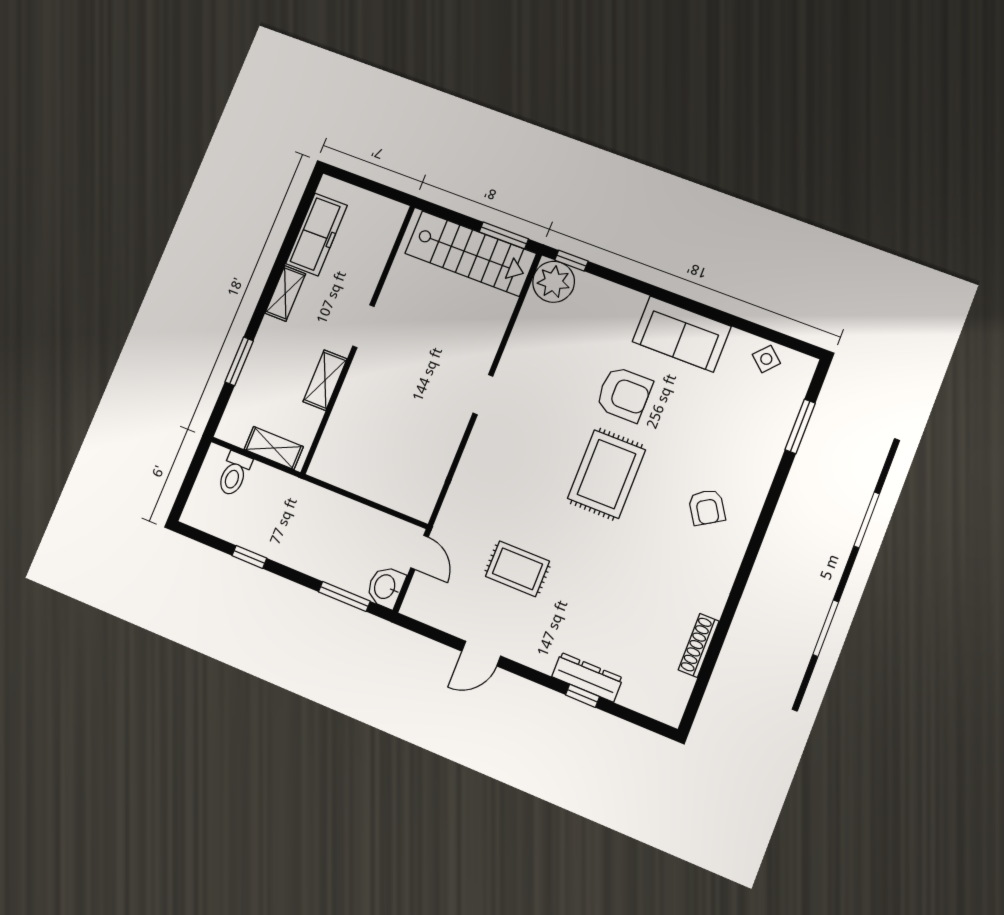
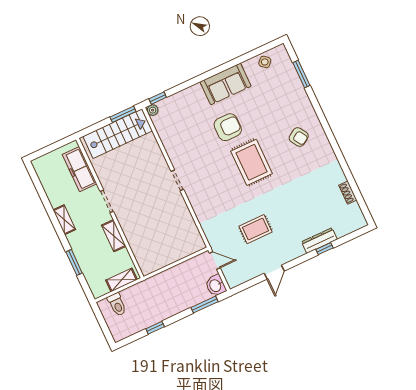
freezer: (316, 235) -> (79, 169), moved, turned 180
plant: (554, 282) -> (153, 110), width x0.53, depth x0.53
shoe rack: (699, 645) -> (348, 193), width x0.70

